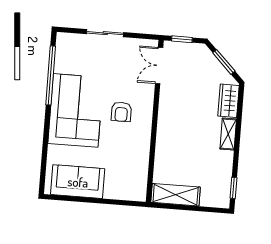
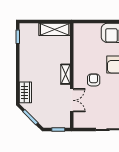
double door: (159, 66) -> (72, 100), moved
shelving: (228, 134) -> (66, 74), moved

